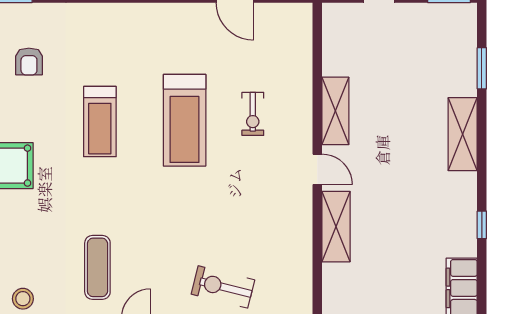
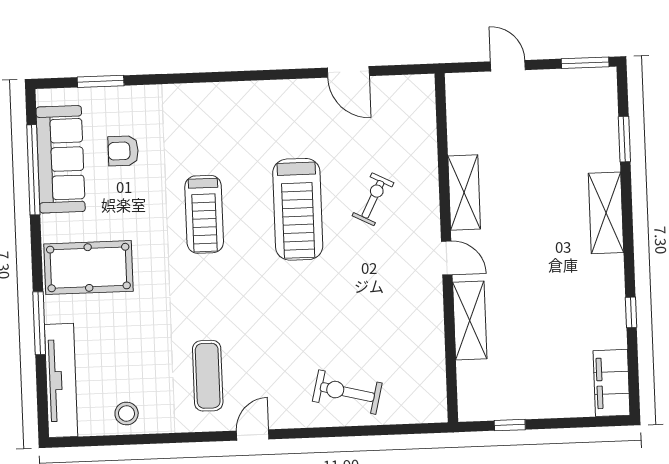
armchair: (29, 61) -> (123, 151), turned 90
exercise bike: (253, 114) -> (373, 199), turned -153

